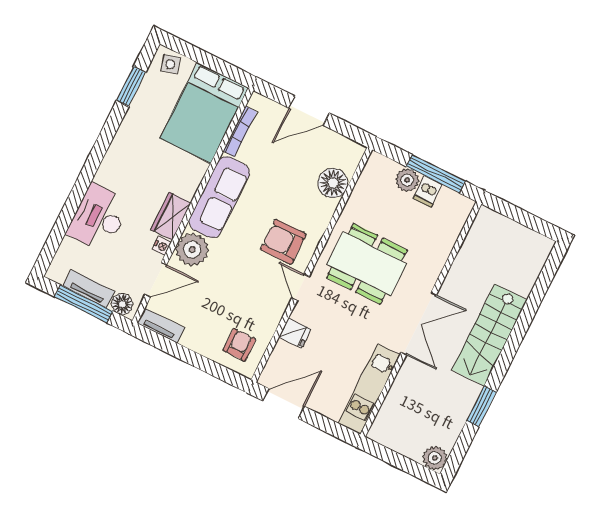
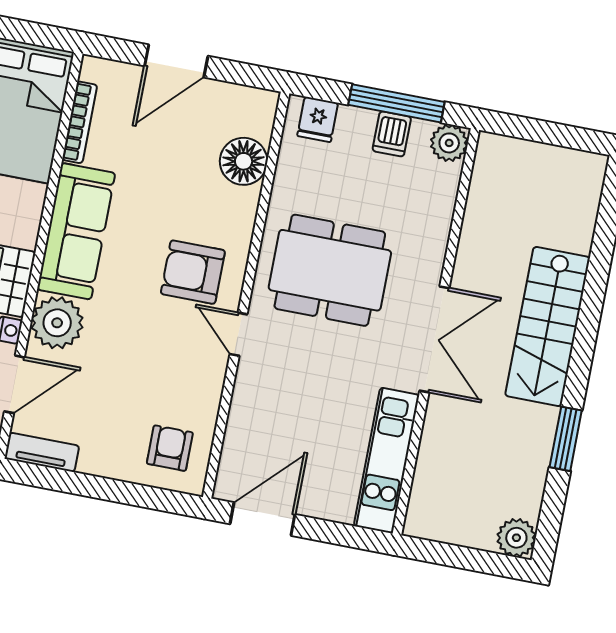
plant: (407, 180) -> (449, 143), moved
fridge: (295, 333) -> (318, 119), moved, turned 90

